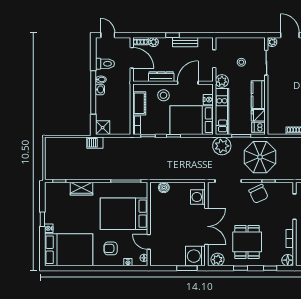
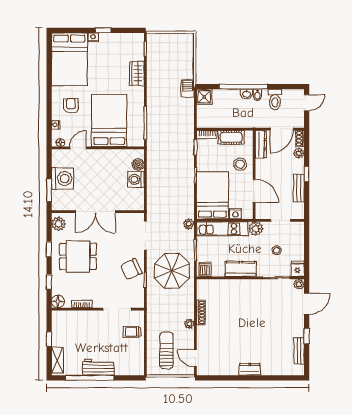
dresser: (161, 77) -> (261, 144), moved
fridge: (258, 115) -> (298, 269), moved
plant: (222, 146) -> (189, 224), width x0.53, depth x0.53
washing machine: (198, 197) -> (136, 179), moved, turned -90
washing machine: (195, 256) -> (62, 179), moved, turned 90

